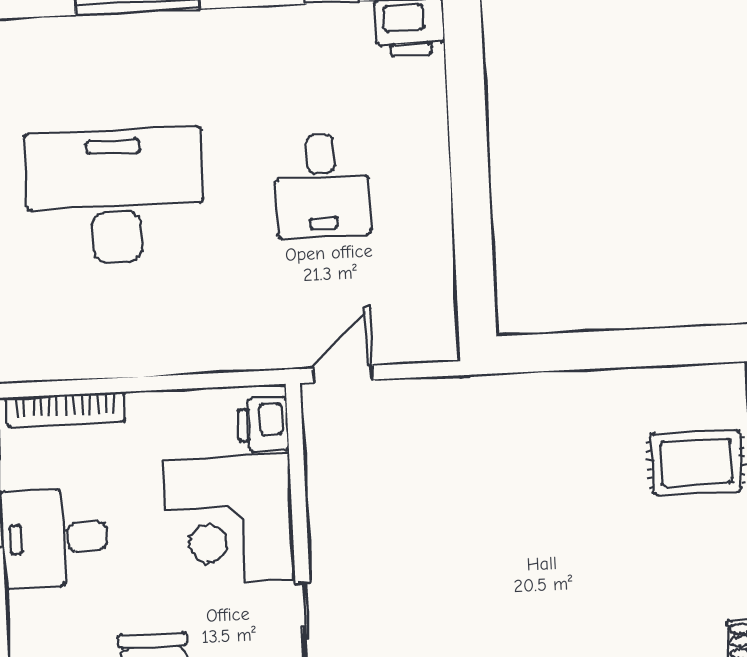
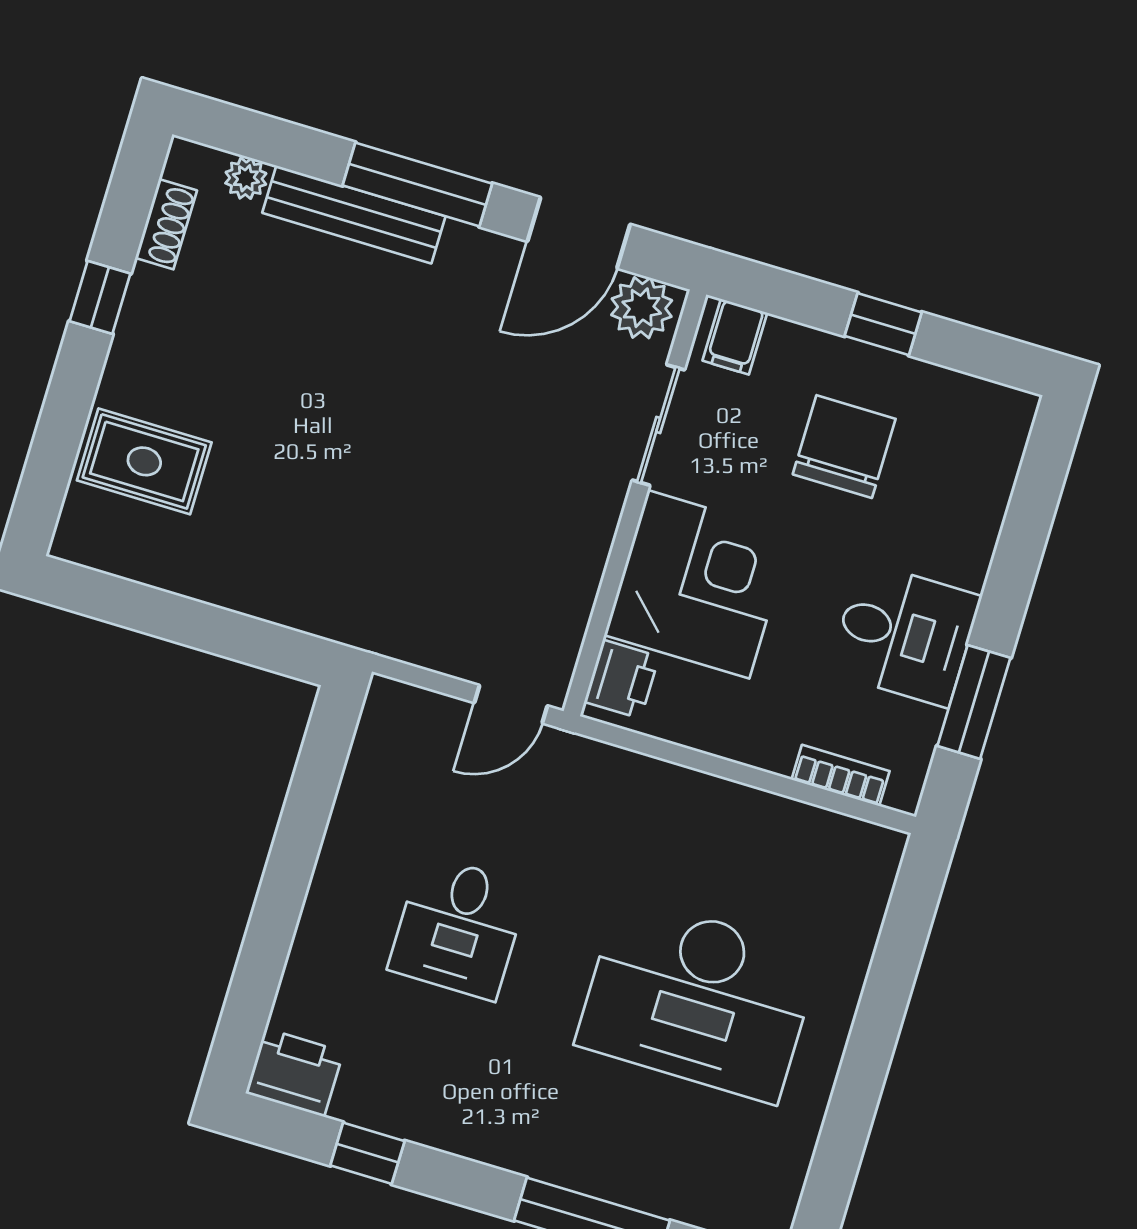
desk: (322, 185) -> (459, 927), turned 180
bookcase: (66, 410) -> (841, 775), width x0.64

